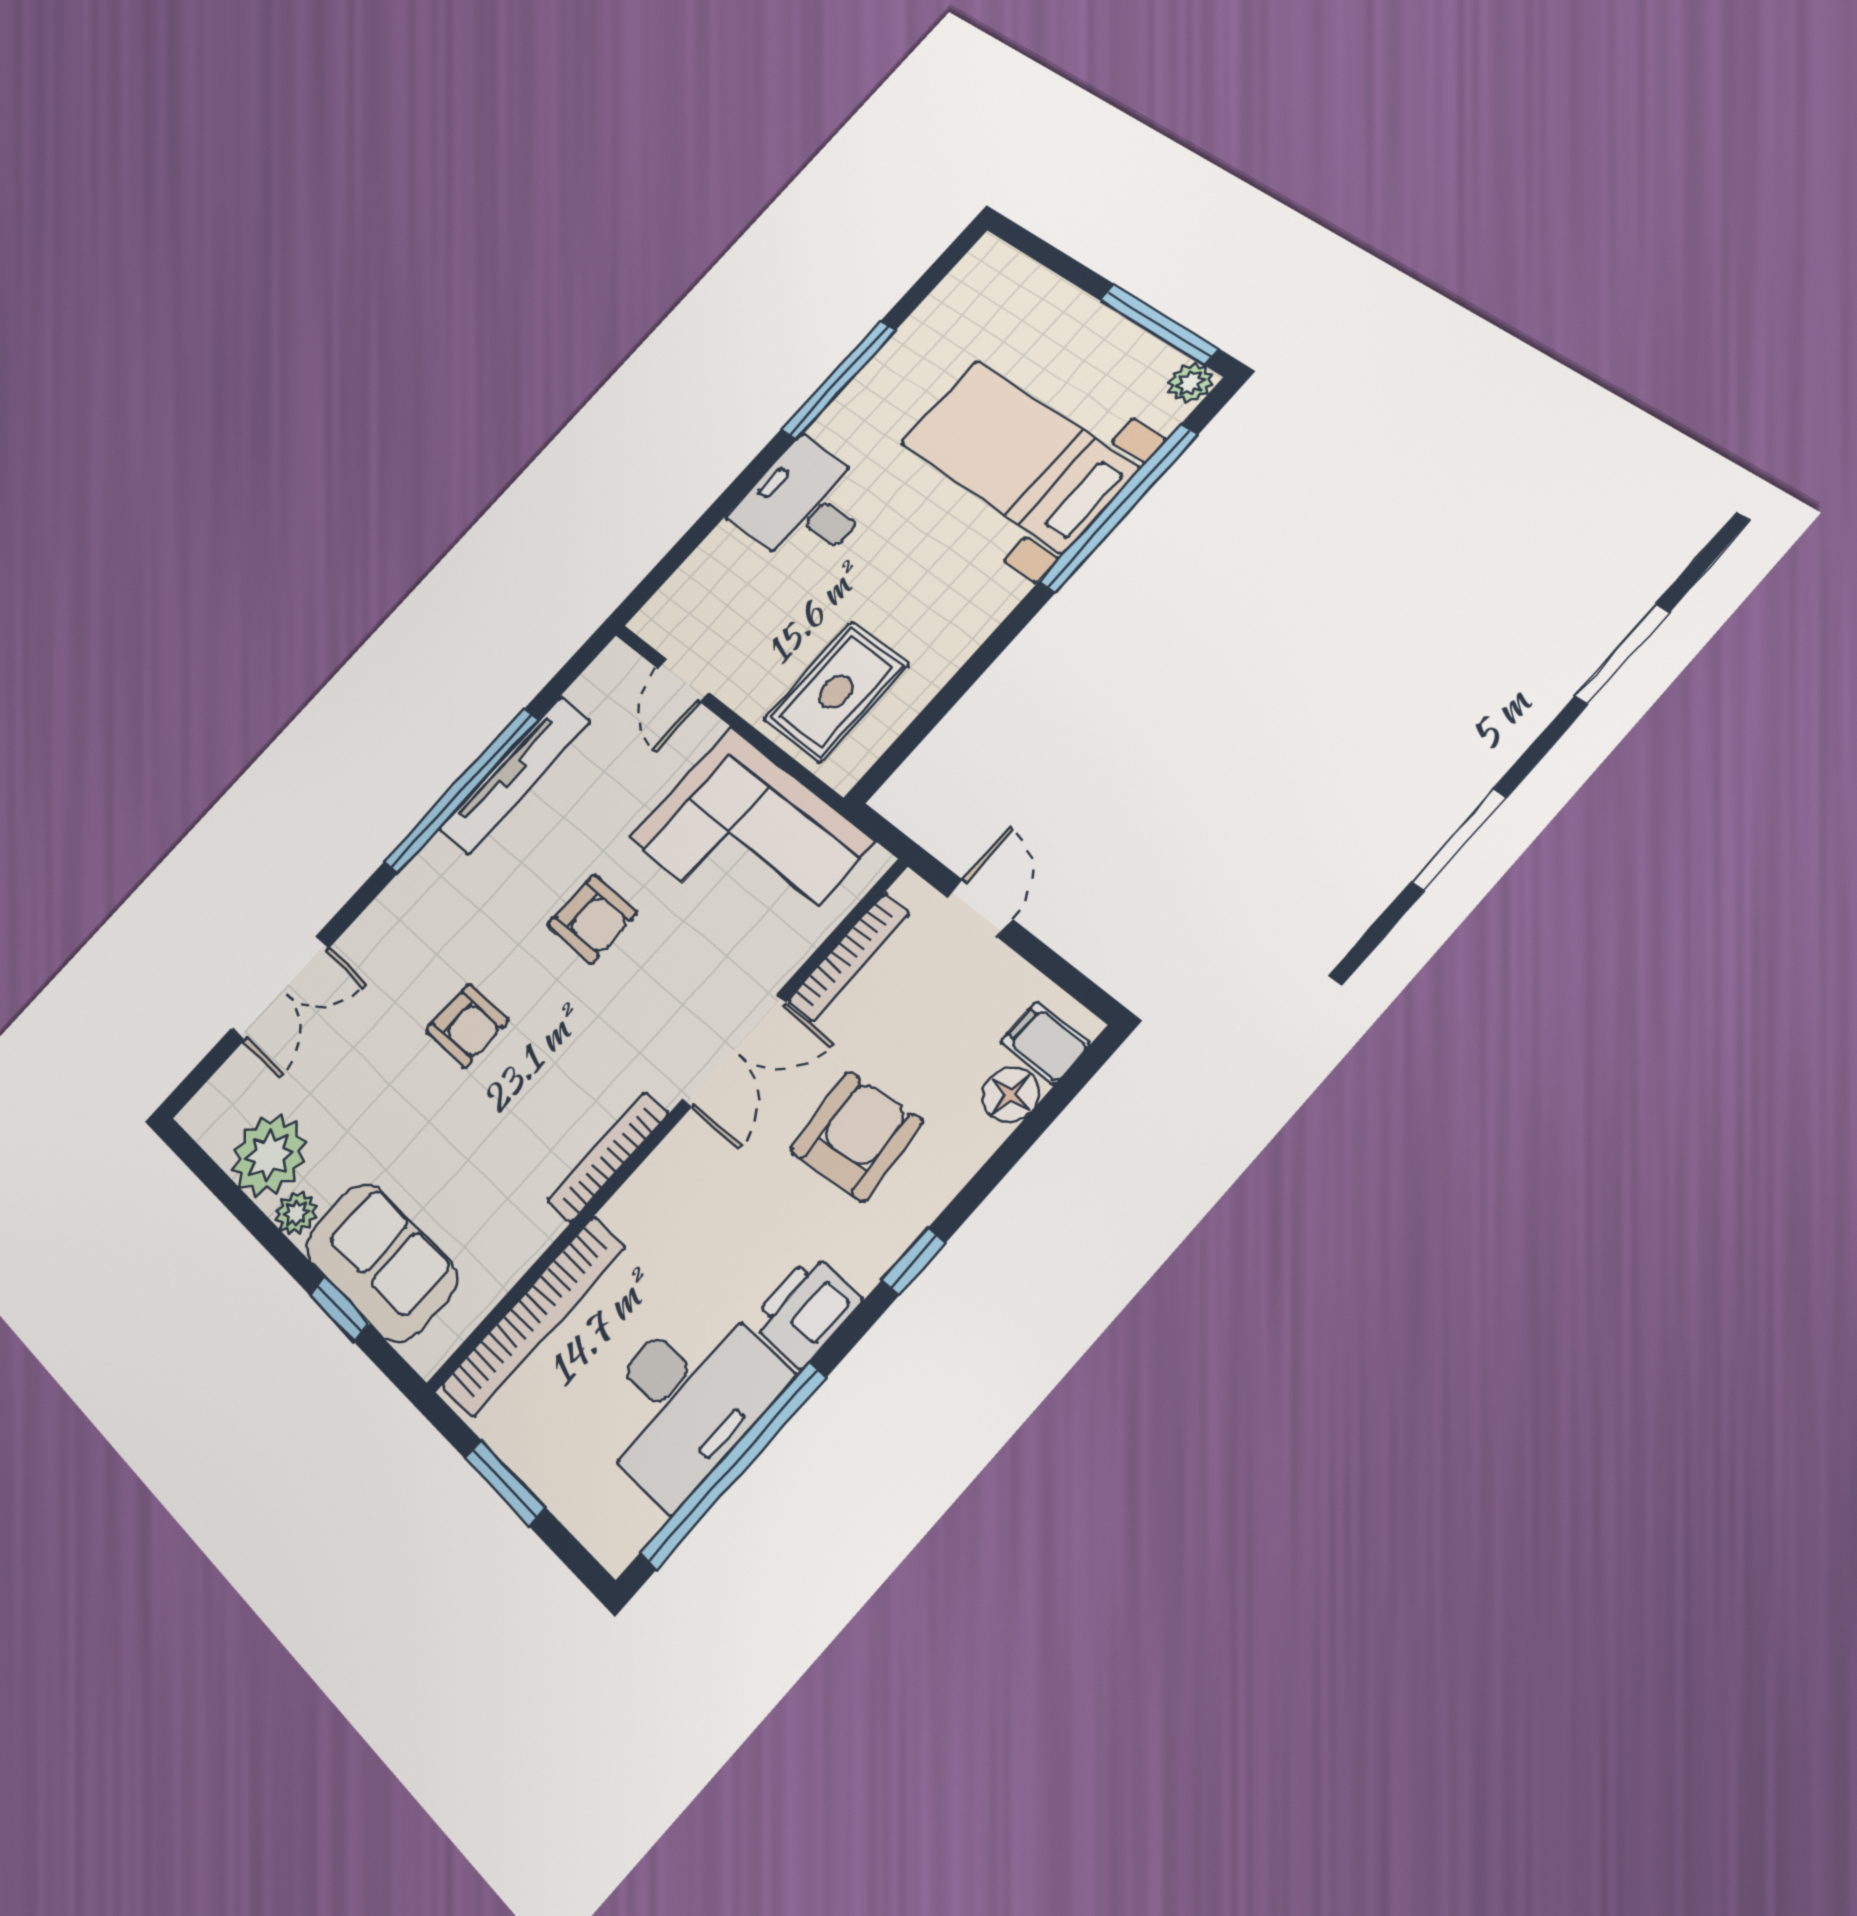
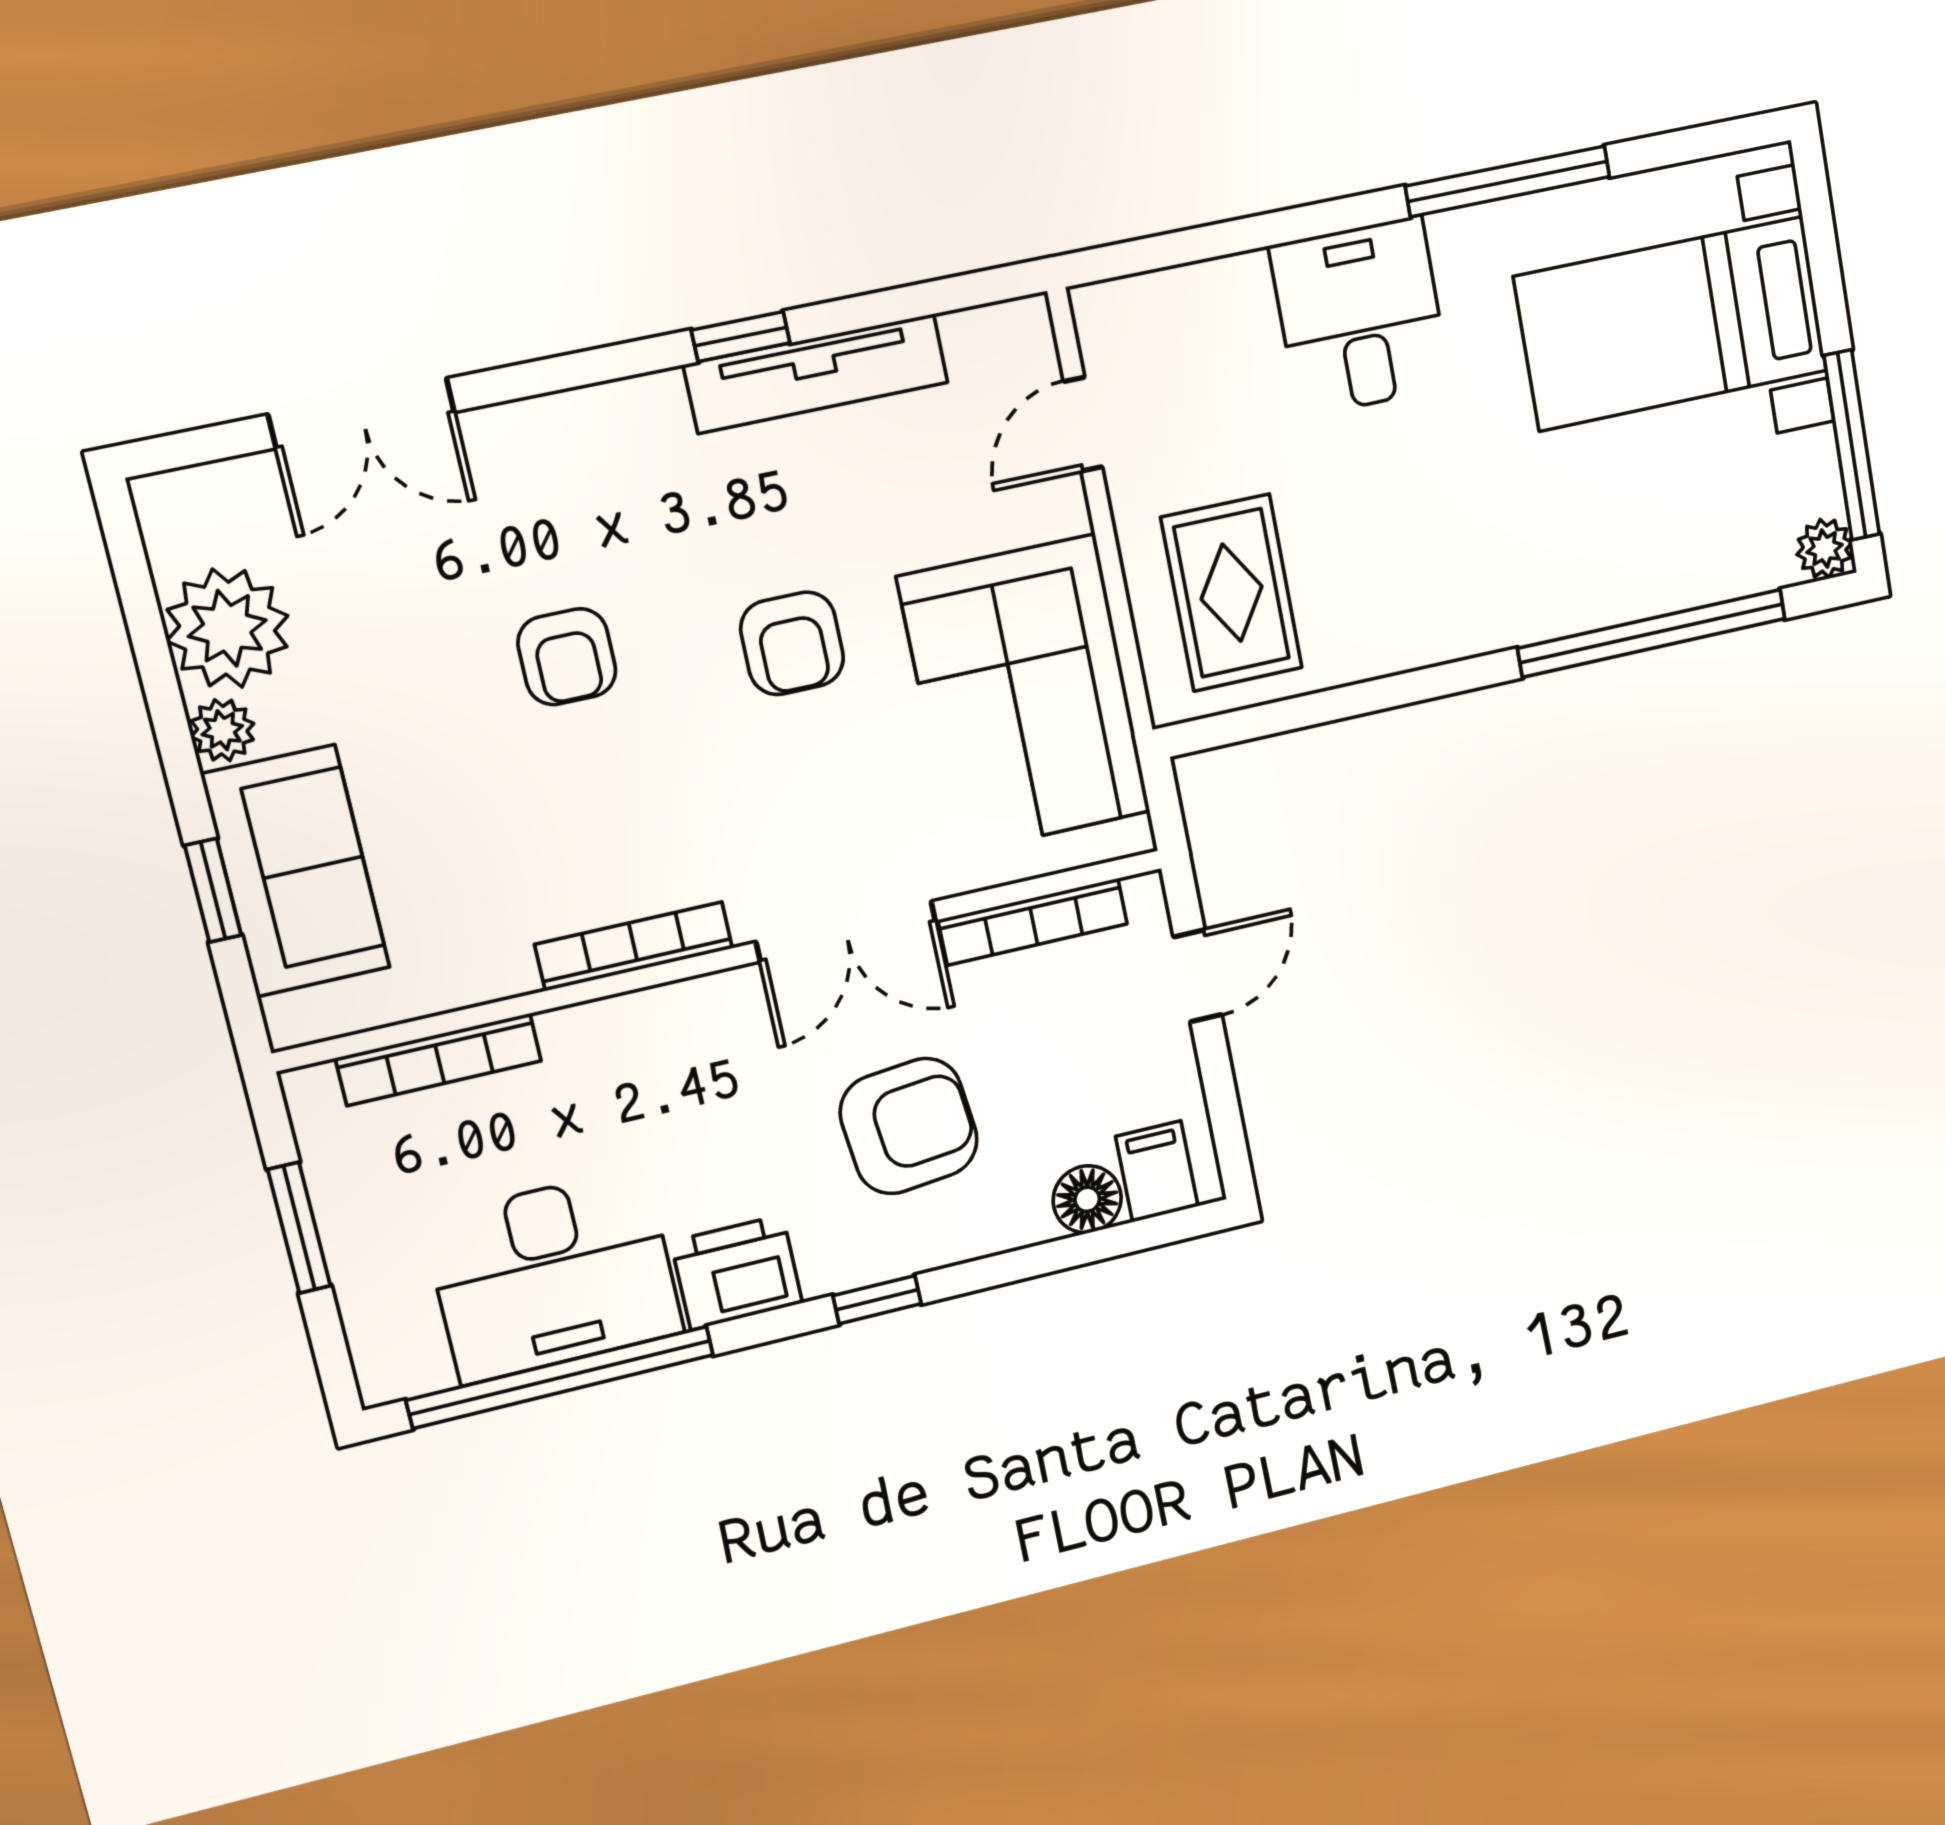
bed with nightstands: (1019, 456) -> (1671, 324), moved, turned -90
rug: (836, 692) -> (1232, 593), turned 90
window: (461, 791) -> (741, 337), width x0.32
bookcase: (534, 1317) -> (439, 1059), width x0.68, depth x0.76

